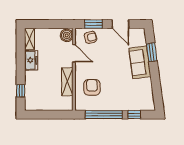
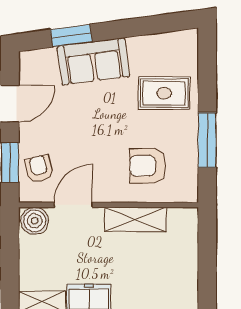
rug: (125, 95) -> (164, 93), added
window: (104, 115) -> (207, 140), width x0.68
window: (134, 115) -> (207, 74), removed

